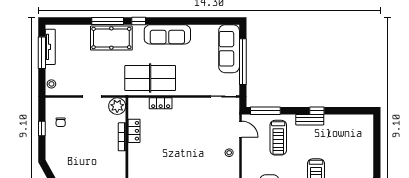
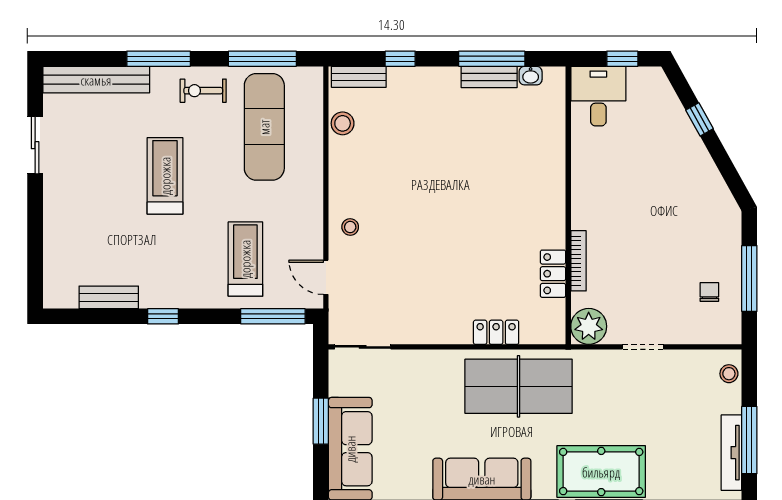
window: (243, 62) -> (321, 421), width x0.47
bench: (310, 120) -> (109, 297), moved
window: (42, 129) -> (749, 278), width x2.17

